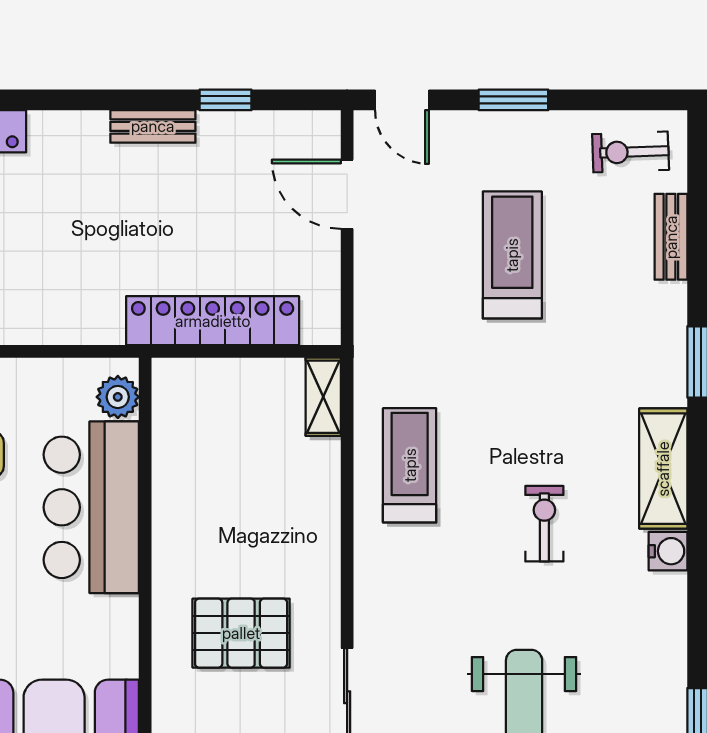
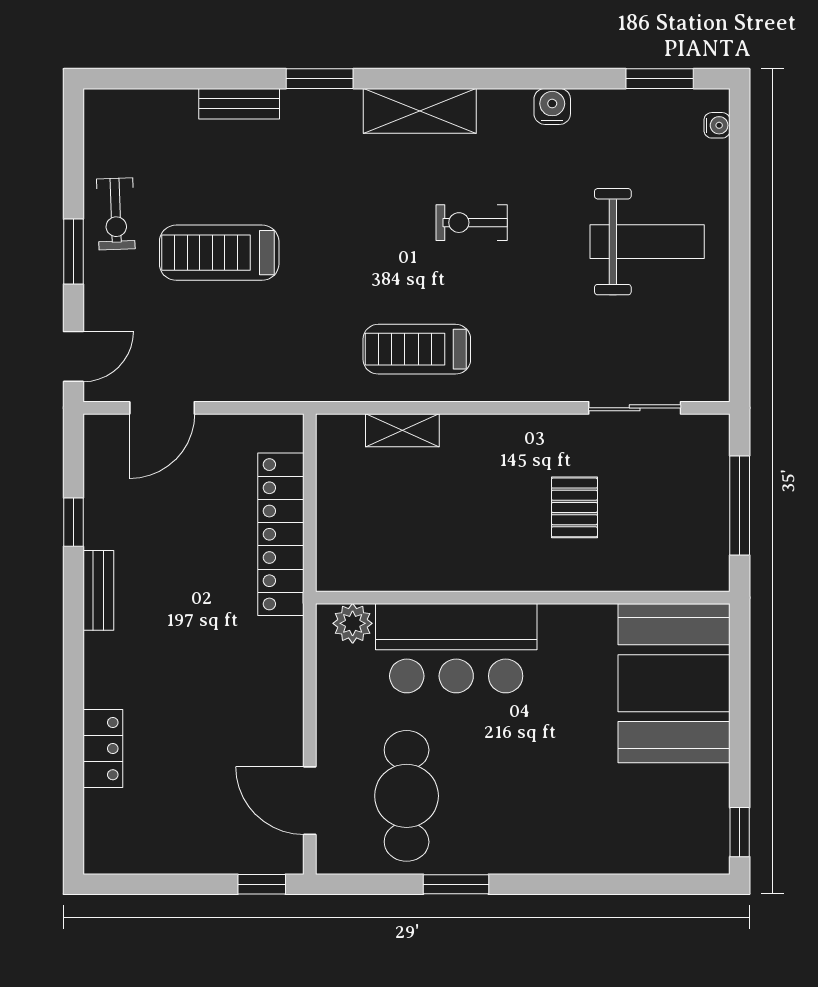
exercise bike: (631, 152) -> (116, 214), moved
bench: (671, 237) -> (239, 104), moved
shelving: (323, 397) -> (402, 430), moved
water cooler: (668, 551) -> (552, 106), moved
pallet: (241, 633) -> (574, 507), width x0.67, depth x0.71

